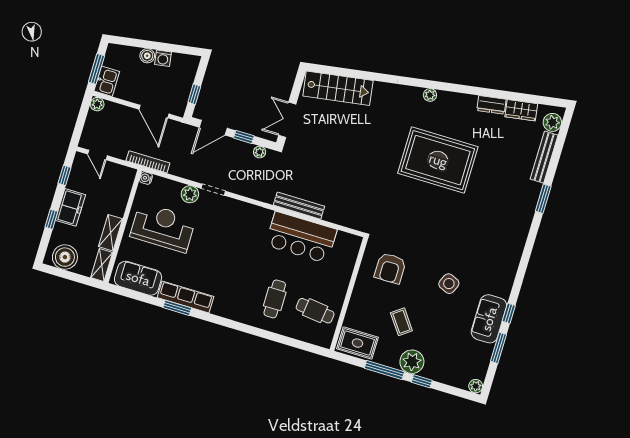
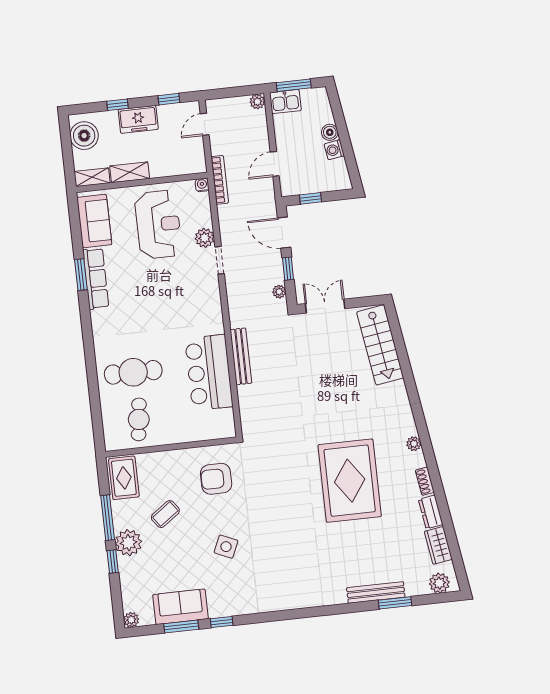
shoe rack: (464, 99) -> (425, 481), added
door: (154, 112) -> (275, 164), width x0.73
bench: (544, 157) -> (376, 592), moved
window: (543, 199) -> (395, 603), moved
cafe table: (275, 299) -> (133, 372), width x1.37, depth x1.35
sofa: (489, 319) -> (181, 607), moved

